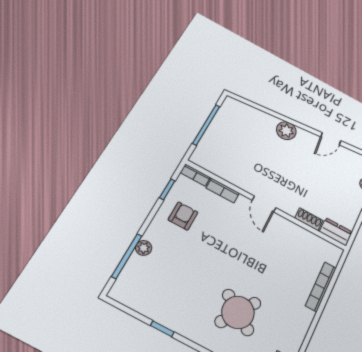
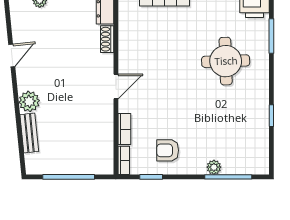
bench: (260, 116) -> (29, 133), added
door: (331, 139) -> (12, 55), hinge flipped
round table: (238, 312) -> (226, 61), turned -36

